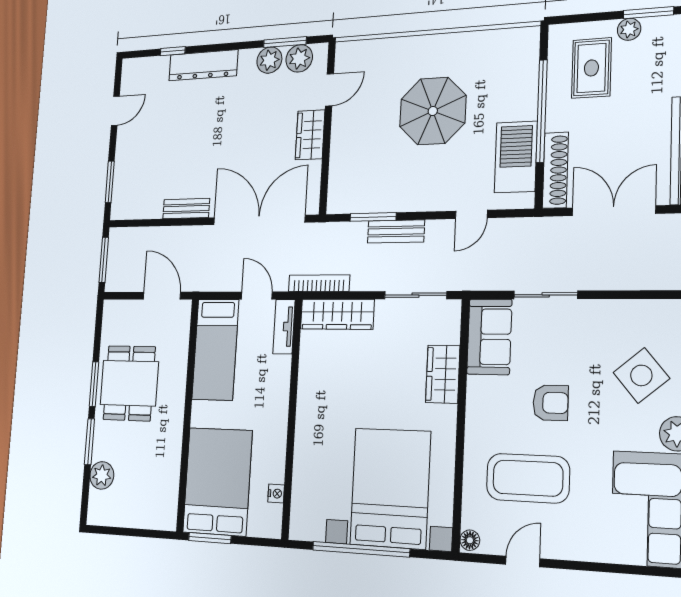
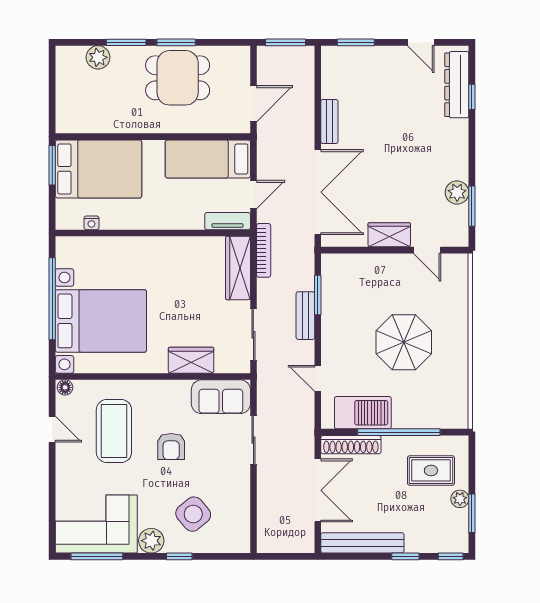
plant: (299, 58) -> (457, 221), removed
dresser: (203, 65) -> (457, 85), moved

